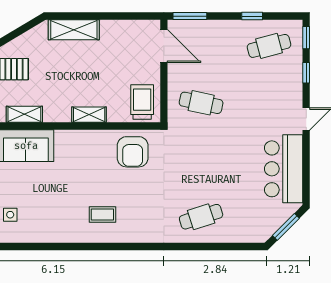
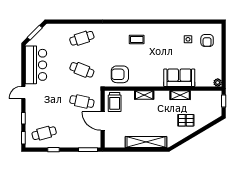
shelving: (74, 30) -> (146, 142), width x1.47
door: (164, 46) -> (103, 121), moved
armchair: (133, 152) -> (120, 74), turned -90
cafe table: (201, 160) -> (82, 70), added

